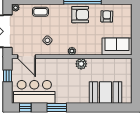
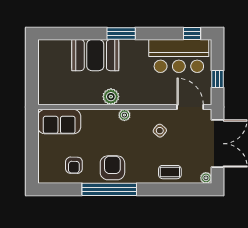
armchair: (80, 15) -> (112, 168), turned 90
booth: (105, 92) -> (95, 55), moved
window: (57, 107) -> (121, 33), moved

